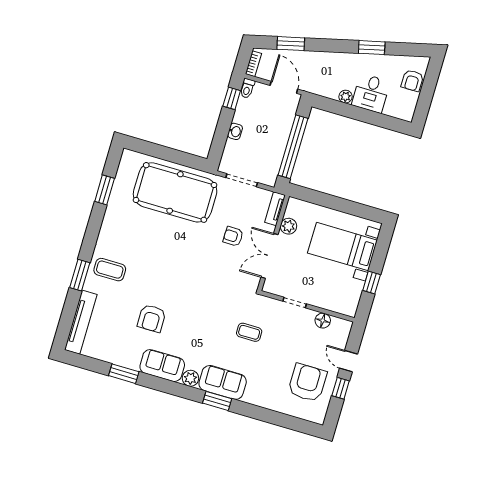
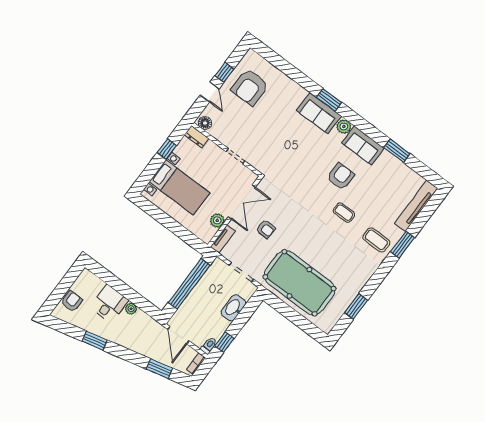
washbasin: (235, 131) -> (234, 308), width x1.91, depth x1.45
dresser: (345, 308) -> (197, 137), added
armchair: (152, 318) -> (341, 177), moved
floor lamp: (323, 321) -> (205, 123), moved
coffee table: (249, 332) -> (344, 213), moved

